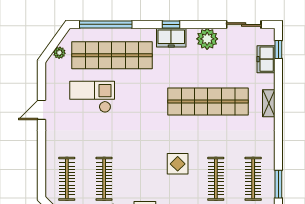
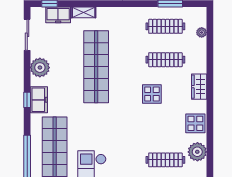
shelving: (269, 103) -> (84, 12), moved

